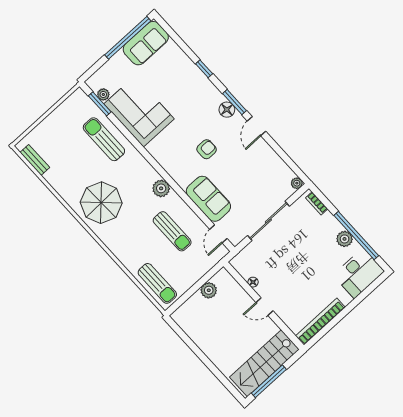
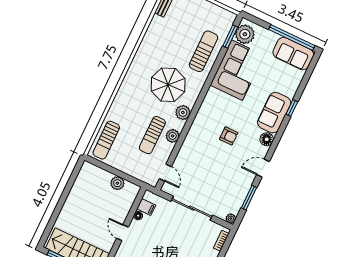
plant: (103, 94) -> (245, 34), width x1.88, depth x1.88
window: (235, 102) -> (249, 198), moved
sofa: (208, 199) -> (274, 113), moved, turned 180
parasol: (101, 203) -> (168, 85), moved
plant: (182, 210) -> (173, 136), added
door: (218, 234) -> (165, 173), swing flipped
filing cabinet: (247, 270) -> (146, 207), added

